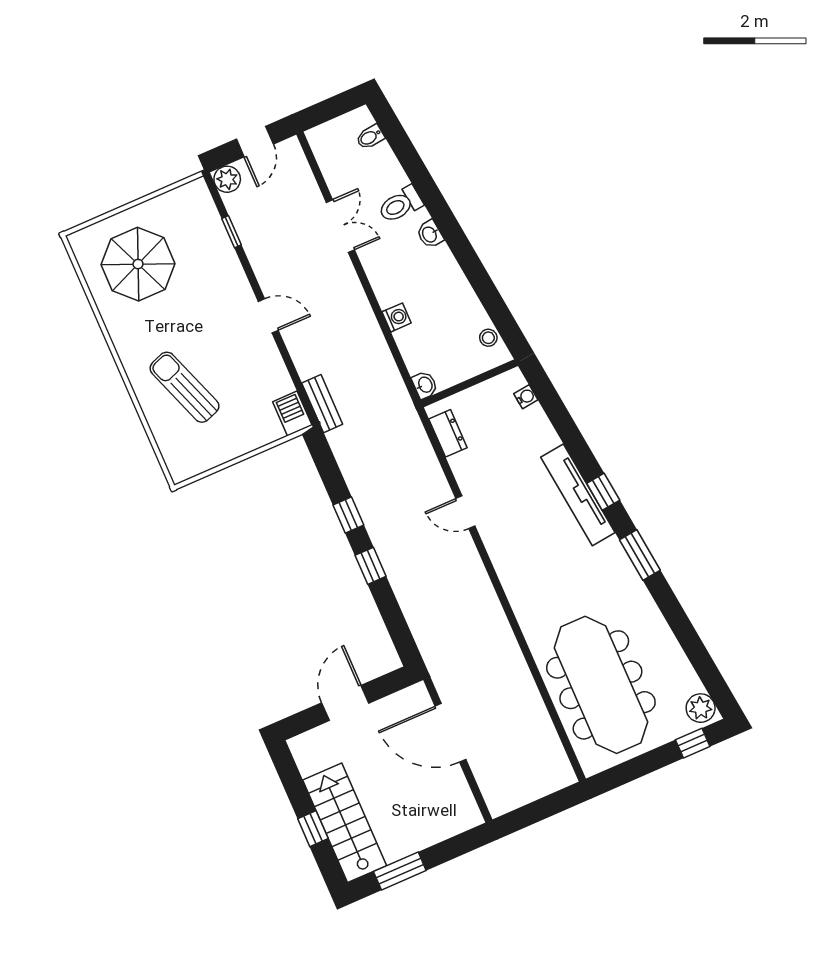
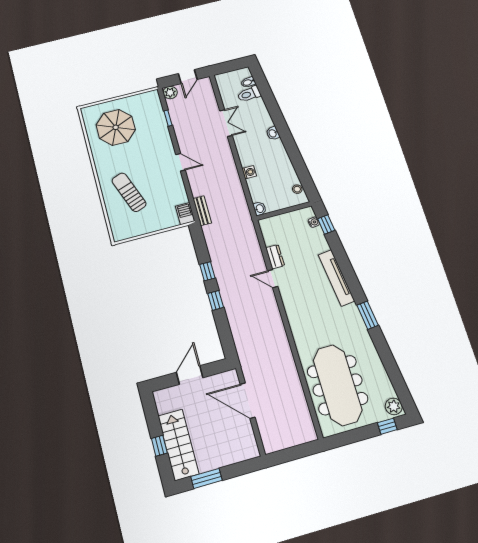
toilet: (400, 205) -> (249, 94), moved
dresser: (448, 433) -> (275, 257), moved
window: (603, 492) -> (326, 225), moved

